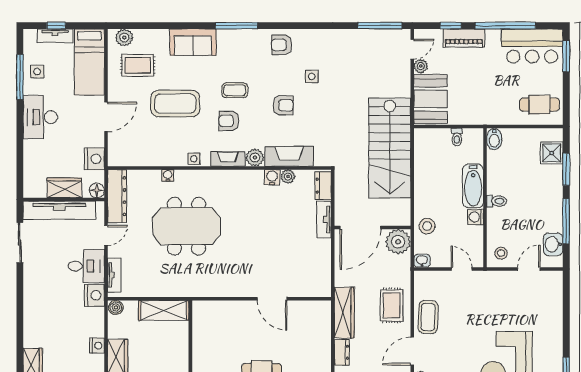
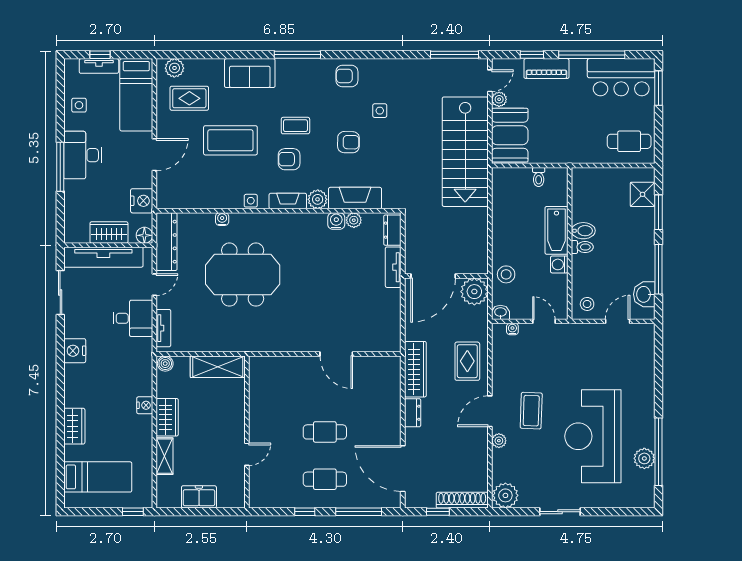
window: (20, 77) -> (60, 167), moved
bidet: (494, 139) -> (583, 231), moved, turned -90
stairs: (390, 148) -> (465, 152), moved
water cooler: (433, 276) -> (512, 329), added
nightstand: (94, 295) -> (75, 351), moved, turned 180
coffee table: (428, 317) -> (531, 411), moved

